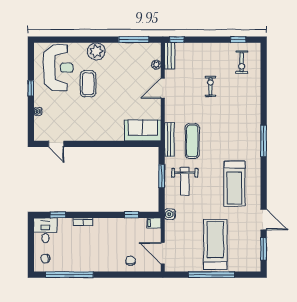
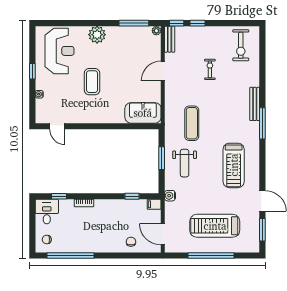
window: (238, 40) -> (197, 23), moved
exercise bike: (242, 62) -> (241, 45), width x1.38, depth x1.39
plant: (156, 65) -> (156, 31), moved
coffee table: (88, 84) -> (92, 82), moved
bench: (169, 140) -> (255, 104), moved
treadmill: (215, 245) -> (215, 226), turned -90

